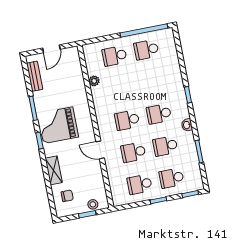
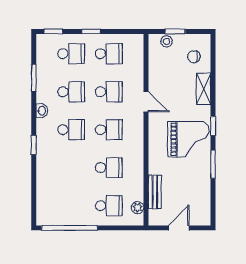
school desk: (146, 50) -> (109, 168), moved
bench: (35, 76) -> (155, 192), moved
plant: (94, 81) -> (137, 208), moved

